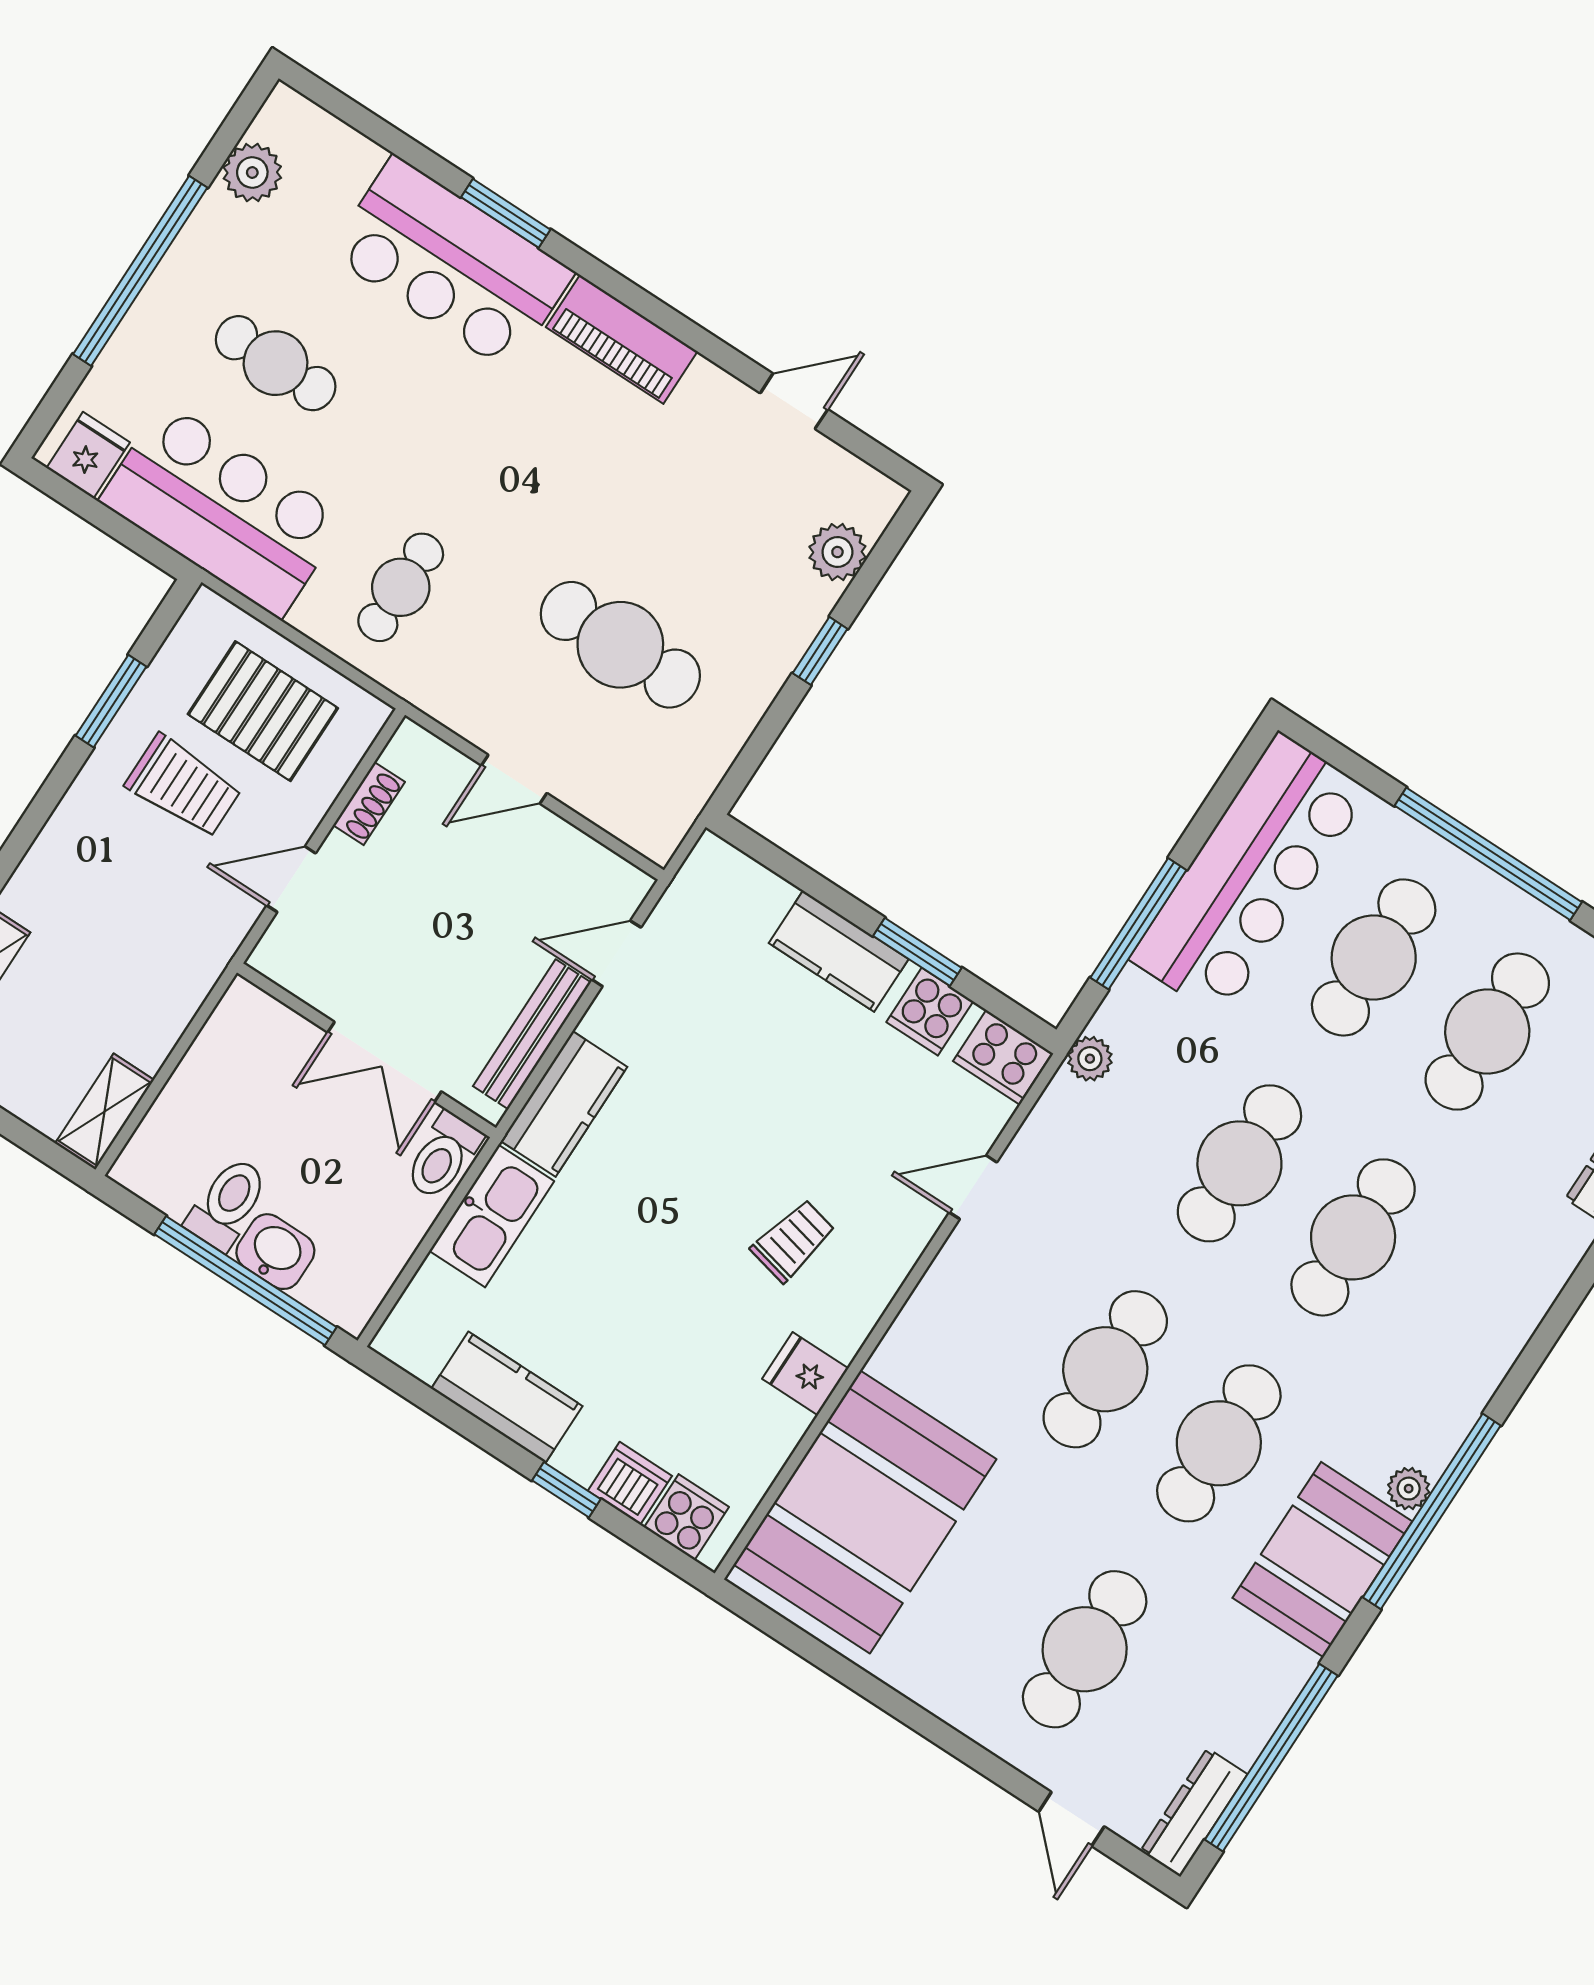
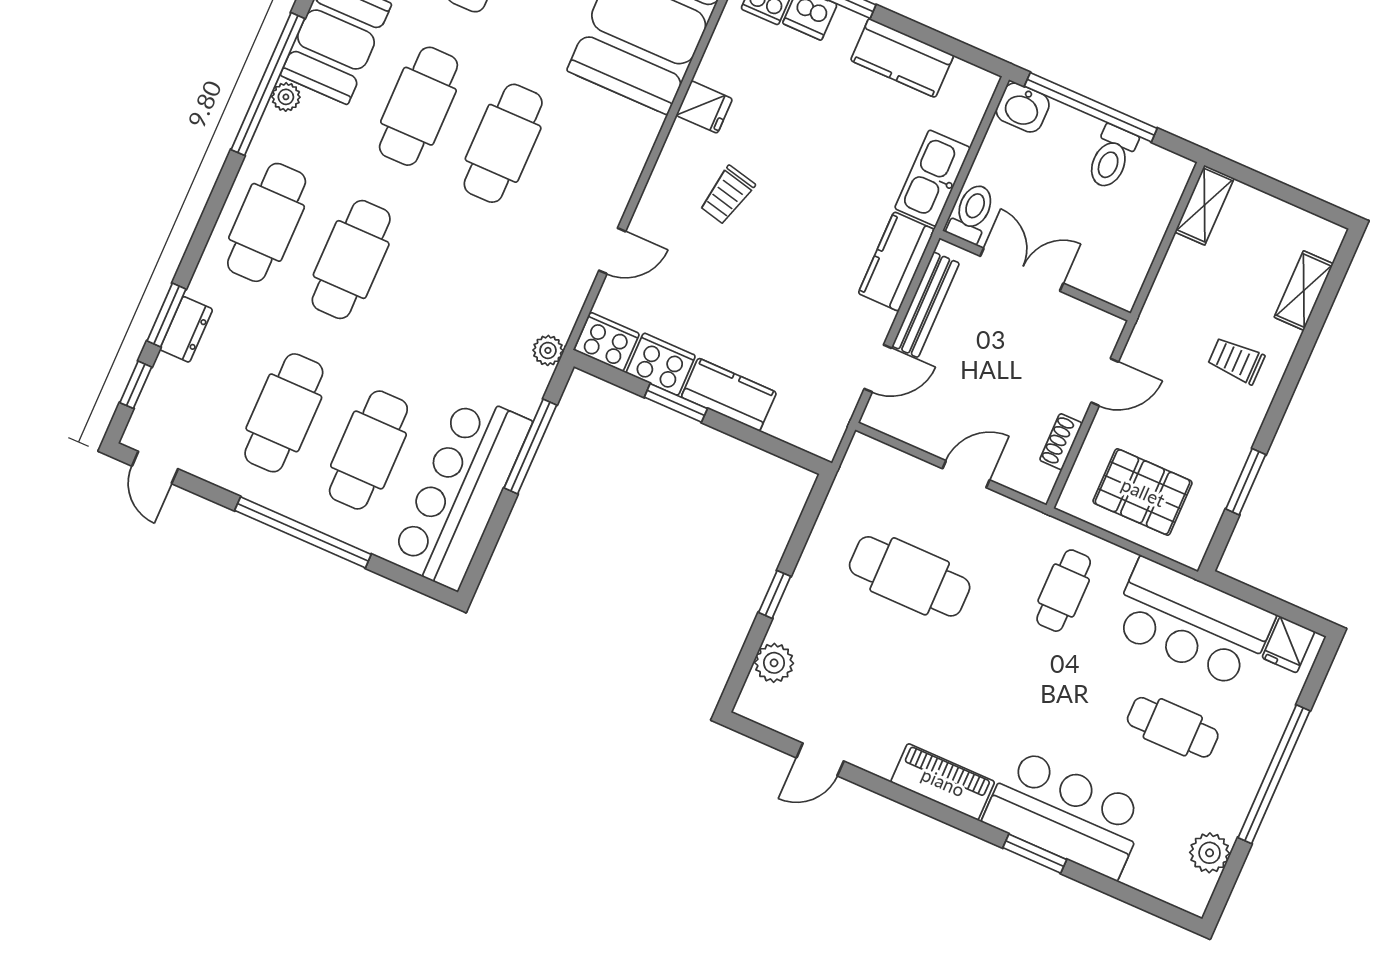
trolley: (183, 786) -> (1236, 361), moved, width x0.73, depth x0.72
cooker: (930, 1012) -> (661, 364), width x1.36
cafe table: (1239, 1163) -> (267, 222), moved
washbasin: (275, 1252) -> (1023, 108), moved

